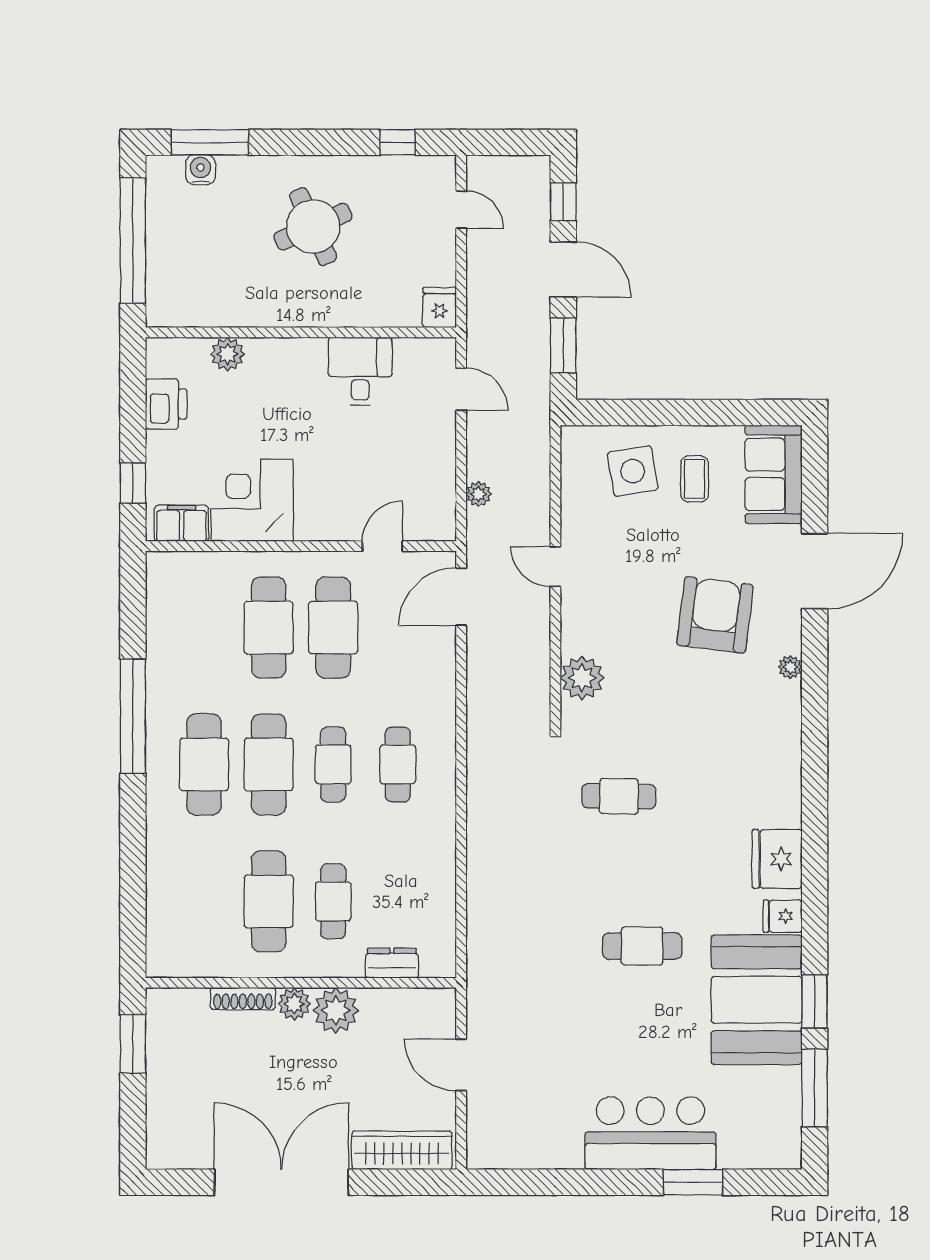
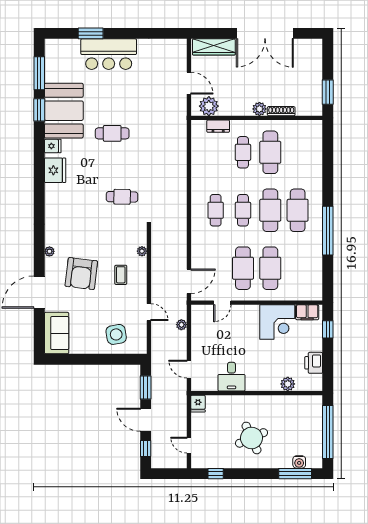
coffee table: (695, 479) -> (121, 275), moved
door: (555, 567) -> (149, 312), moved
plant: (582, 678) -> (142, 251), width x0.53, depth x0.53
plant: (336, 1010) -> (209, 106), moved

